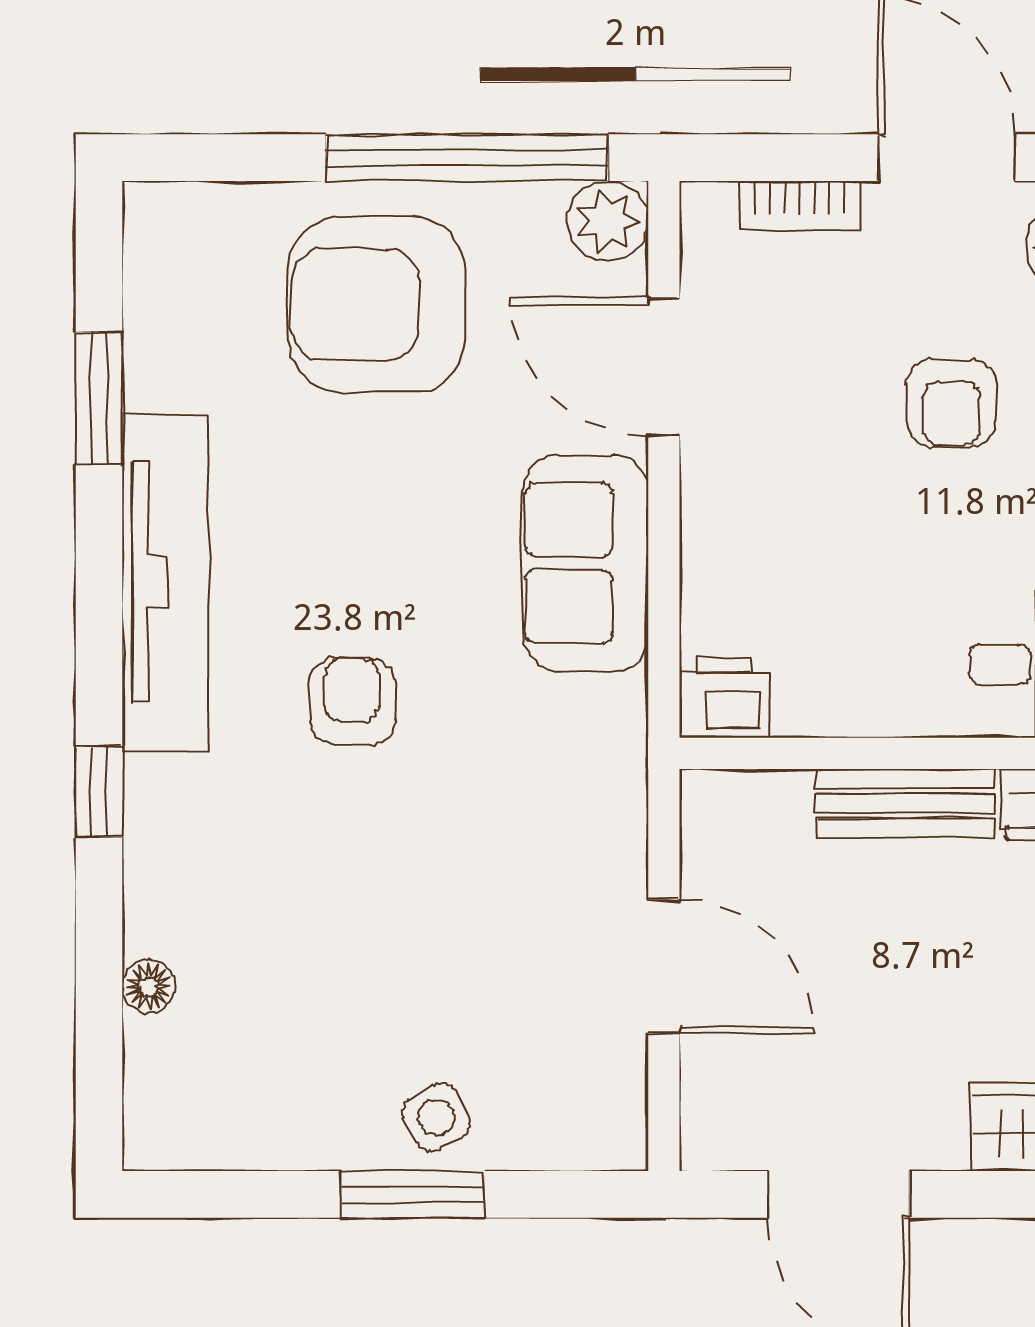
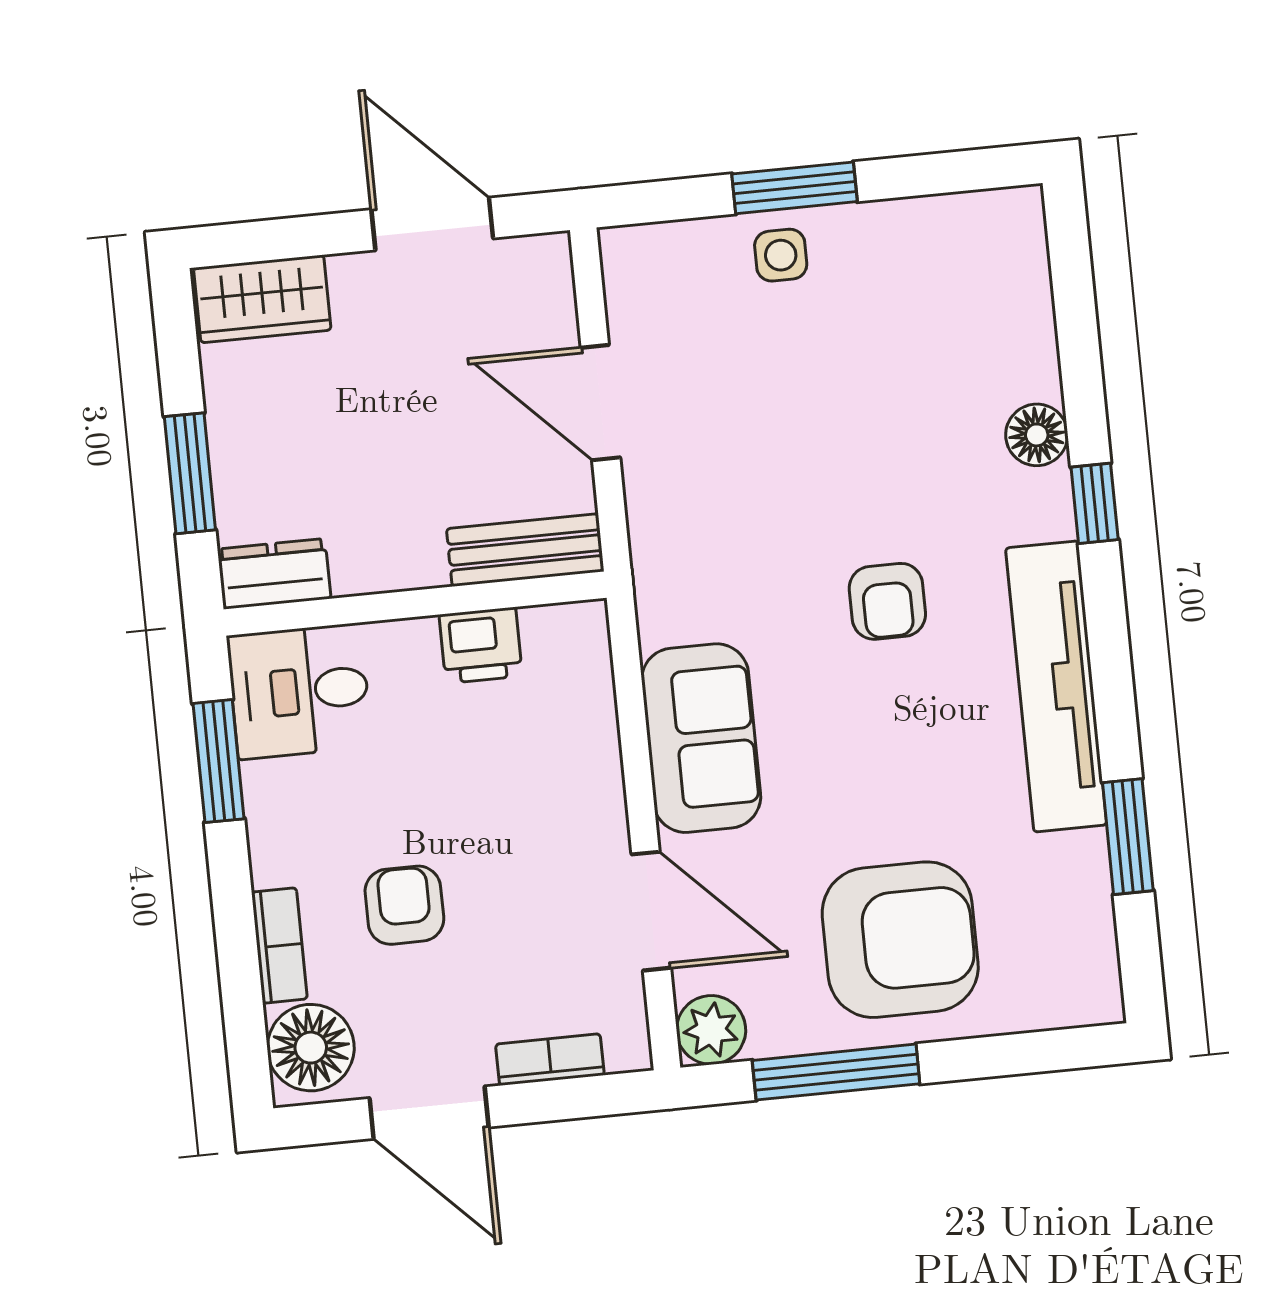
window: (467, 158) -> (836, 1072), width x0.68
printer: (724, 697) -> (481, 645), moved
bench: (906, 803) -> (525, 550), moved
floor lamp: (149, 986) -> (1037, 435), moved, width x1.37, depth x1.37
side table: (436, 1117) -> (781, 255), turned 30

